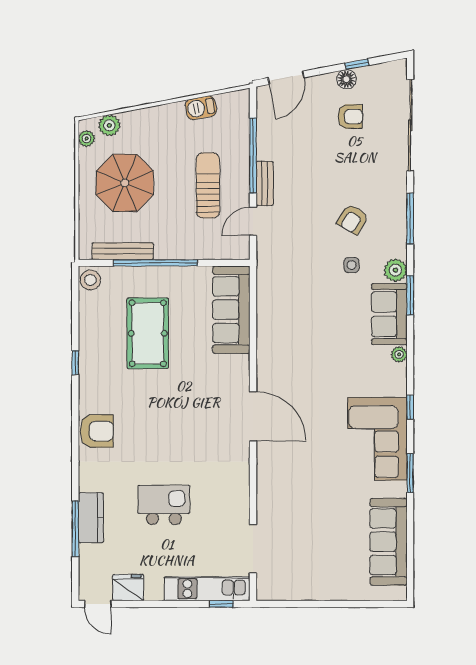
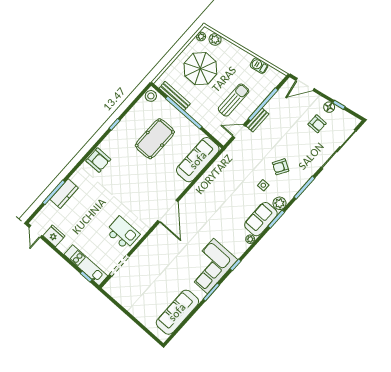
kitchen island: (164, 505) -> (123, 233), moved

